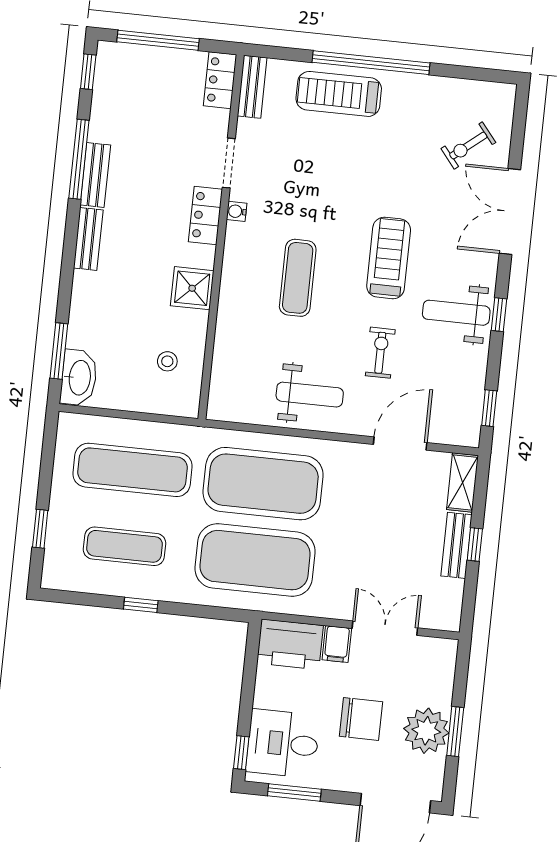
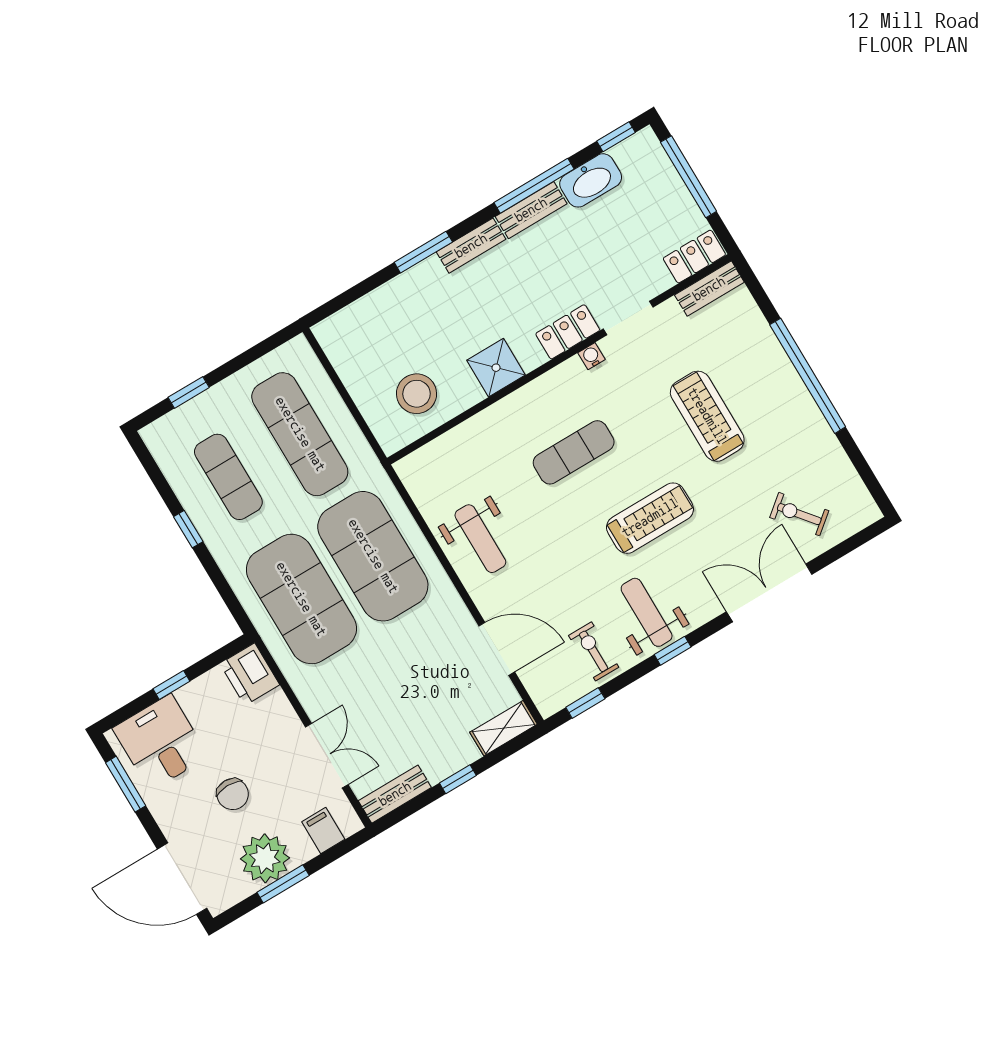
treadmill: (339, 94) -> (707, 416), moved
window: (59, 351) -> (423, 252), moved
exercise bike: (380, 353) -> (594, 651), moved, turned -90
stool: (167, 361) -> (417, 394), width x1.89, depth x1.89
washbasin: (79, 378) -> (591, 180), moved
bench: (457, 545) -> (395, 794), moved
printer: (290, 644) -> (250, 674), width x0.73, depth x0.84
filing cabinet: (337, 644) -> (323, 831), moved, turned 90
chair: (361, 719) -> (233, 794), width x0.73, depth x0.73
window: (241, 753) -> (171, 685), moved

